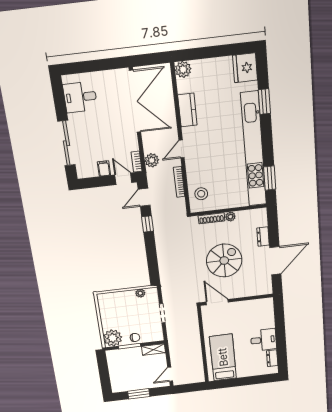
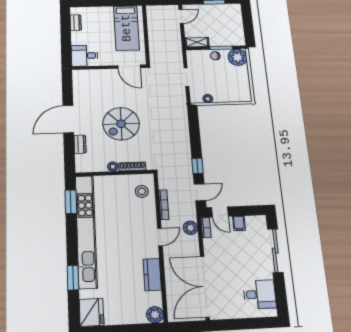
wall: (237, 300) -> (109, 67), moved
door: (217, 302) -> (129, 67), moved
desk: (264, 340) -> (84, 56), moved

